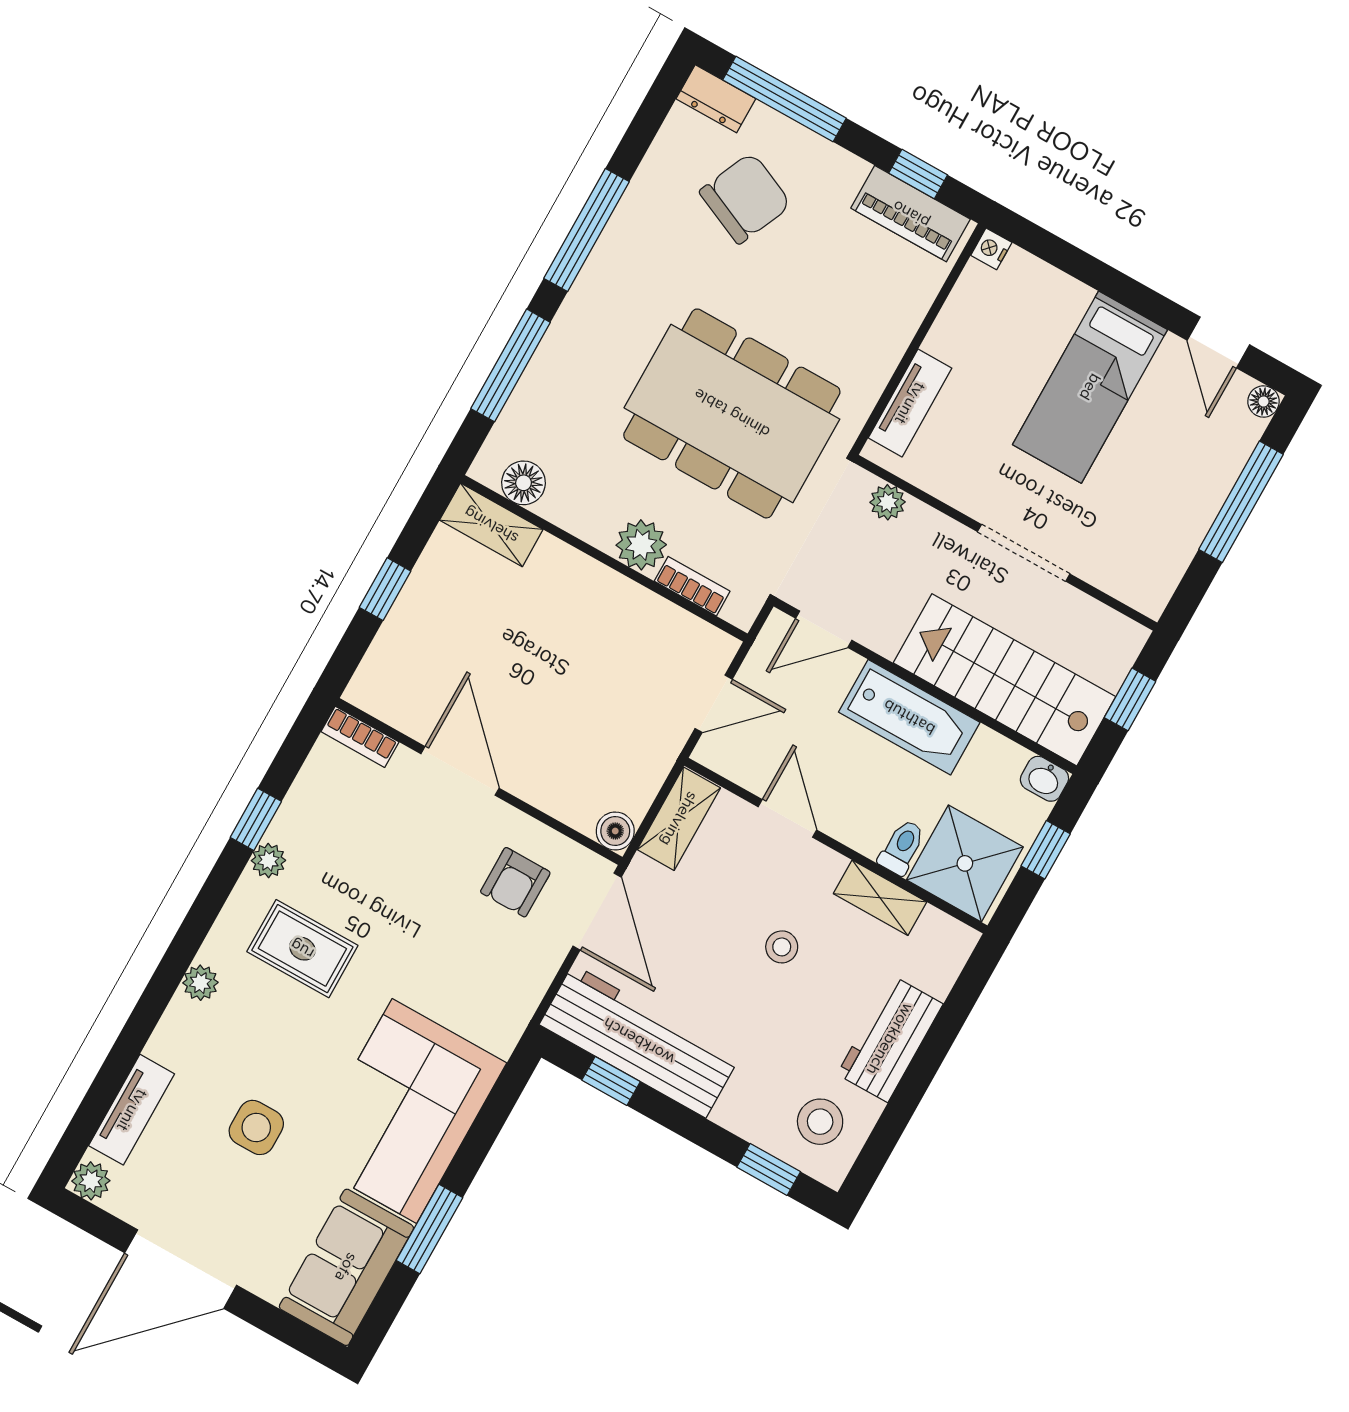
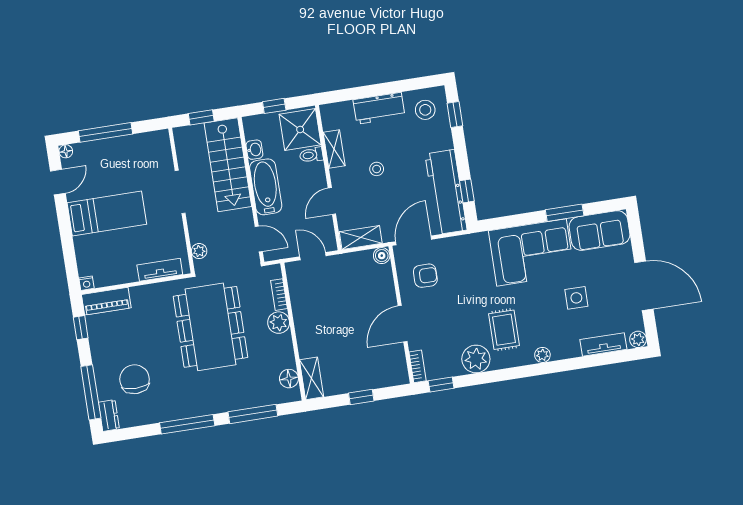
chair: (745, 198) -> (135, 379), turned 66
piano: (911, 214) -> (106, 301), moved, turned 90
washbasin: (1044, 779) -> (254, 150), moved
window: (256, 819) -> (441, 384), moved
plant: (268, 861) -> (476, 359), width x1.88, depth x1.88

